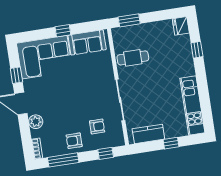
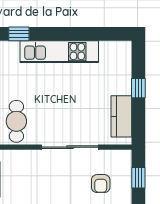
kitchen unit: (192, 105) -> (59, 52), moved
armchair: (97, 126) -> (101, 184), turned 180

